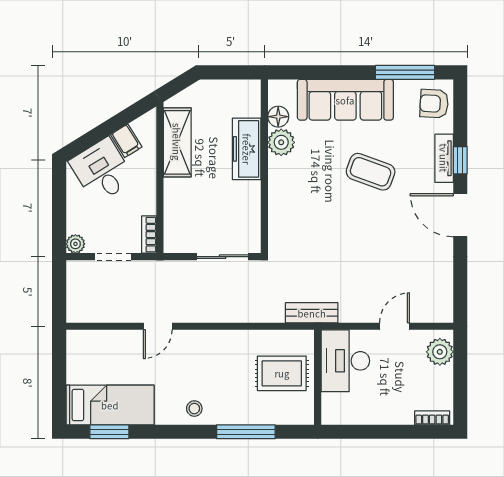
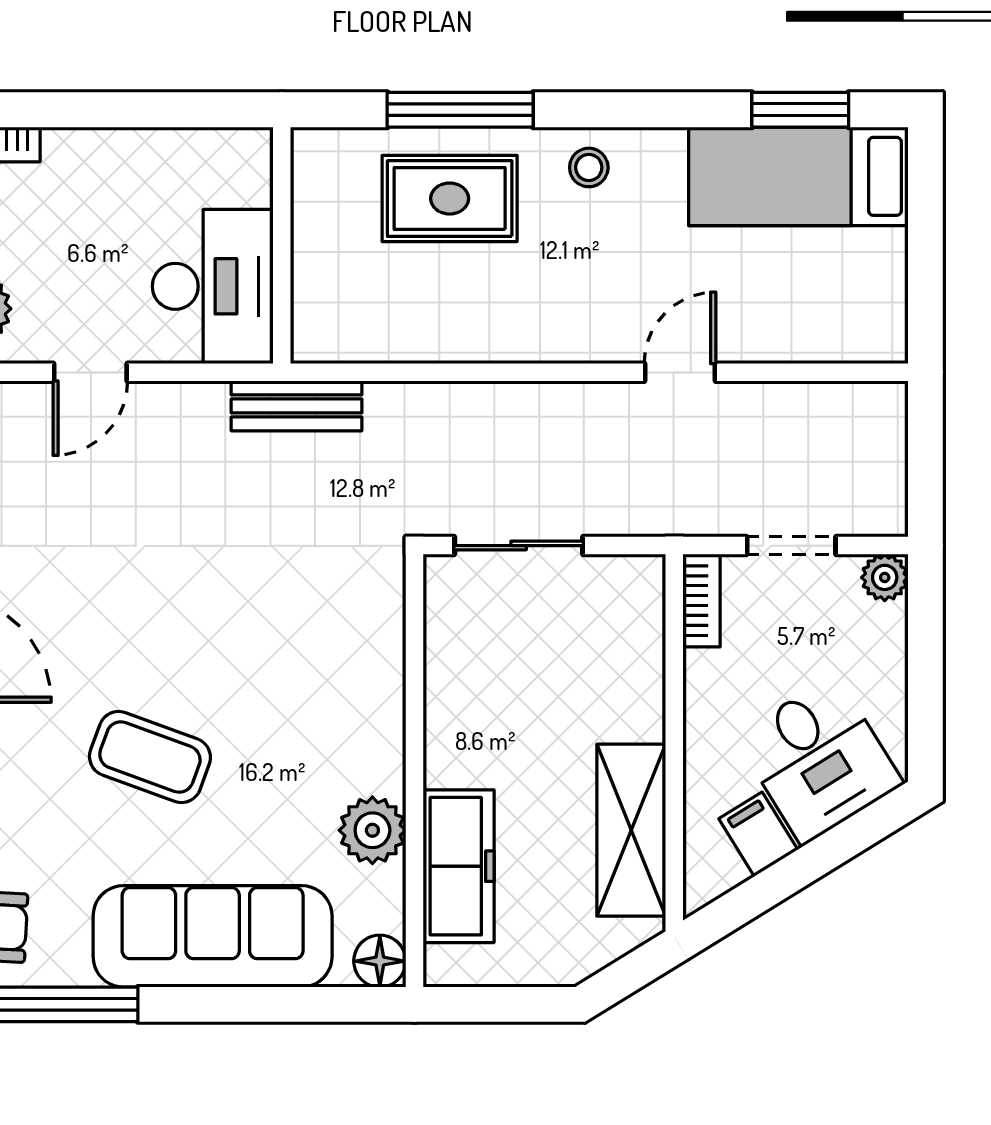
floor lamp: (278, 117) -> (380, 961), moved
freezer: (247, 149) -> (459, 866), moved
rug: (282, 373) -> (450, 199), moved

